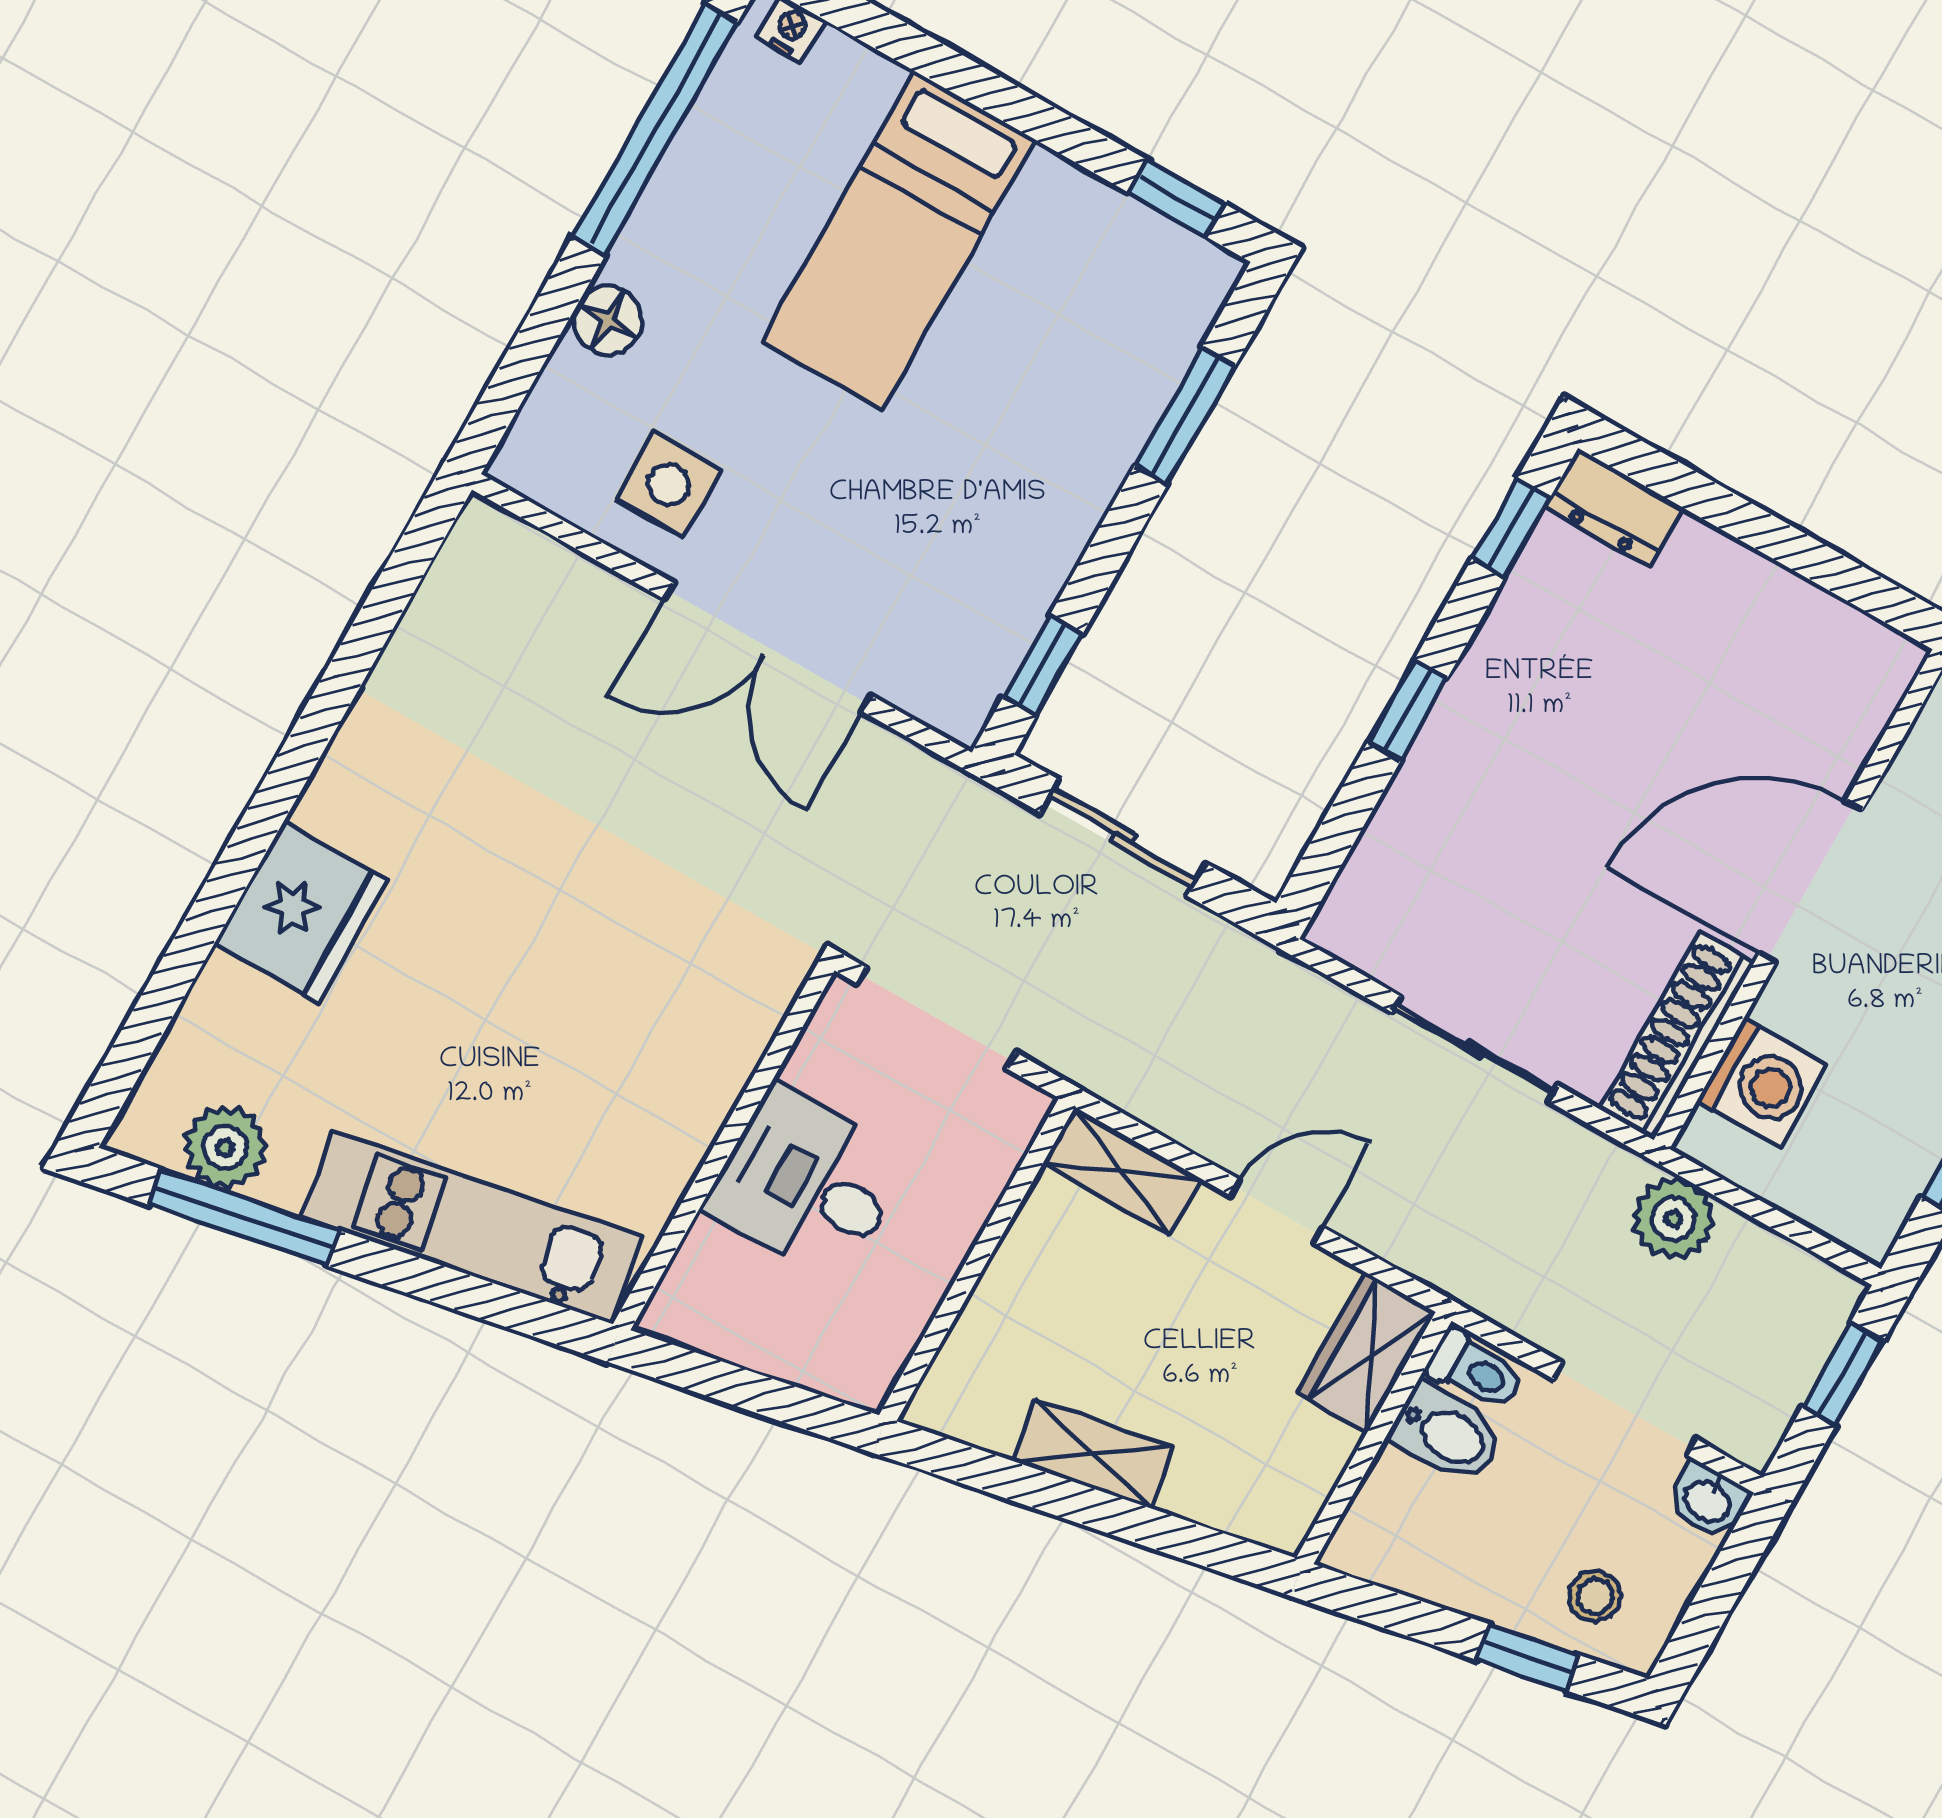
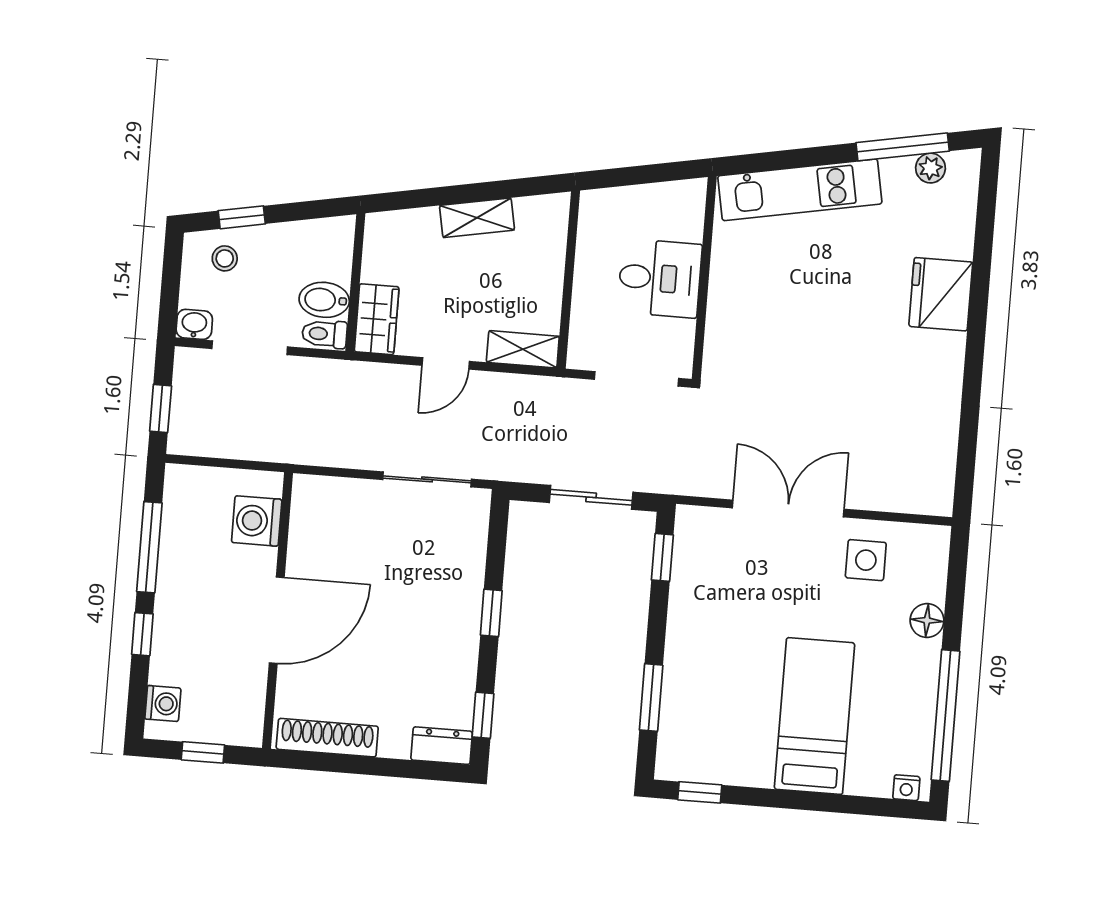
shoe rack: (1677, 1036) -> (327, 738), moved, turned -90
sliding door: (1475, 1049) -> (427, 479), moved
plant: (225, 1147) -> (930, 168), width x0.73, depth x0.73
plant: (1673, 1219) -> (268, 442), removed

